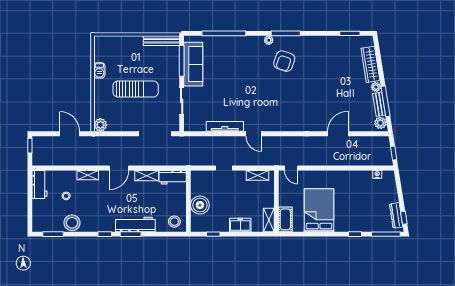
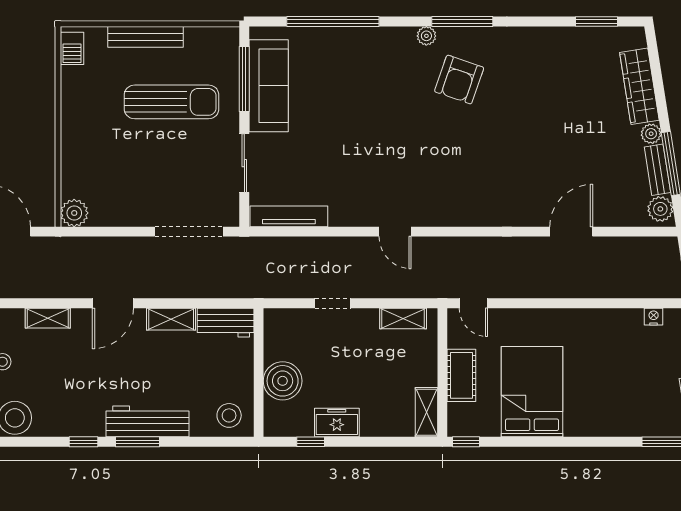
bench: (161, 41) -> (145, 37), moved
barbecue: (99, 70) -> (72, 48), moved
sun lounger: (136, 89) -> (172, 102), moved
tv unit: (225, 126) -> (289, 216), moved
cot: (285, 219) -> (461, 375), moved
freezer: (240, 225) -> (337, 423), moved
window: (355, 234) -> (466, 442), moved

